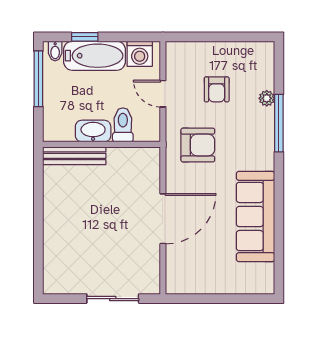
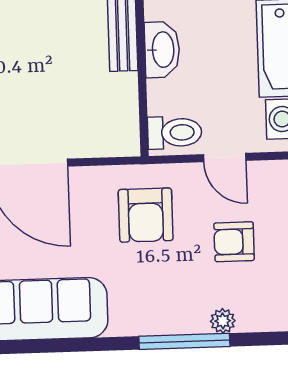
door: (163, 94) -> (225, 157), swing flipped
toilet: (123, 125) -> (175, 133), moved

